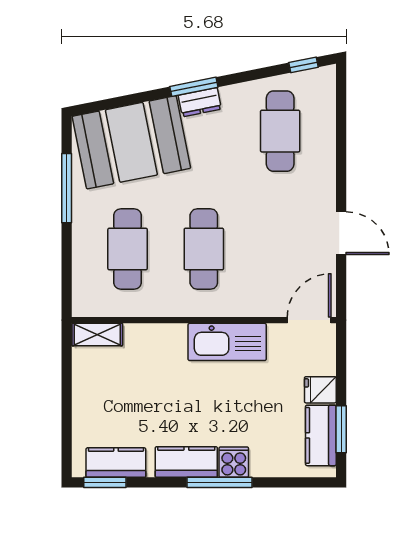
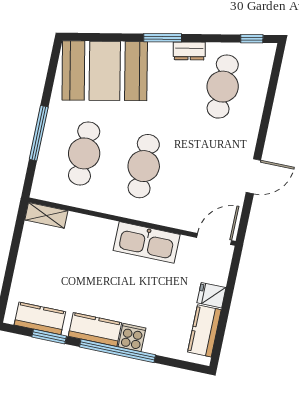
dresser: (200, 102) -> (189, 51), moved
window: (67, 188) -> (39, 133), moved
door: (341, 233) -> (253, 176), hinge flipped
window: (341, 429) -> (221, 329), removed
window: (105, 482) -> (49, 337), moved
window: (219, 482) -> (117, 351), width x1.46

